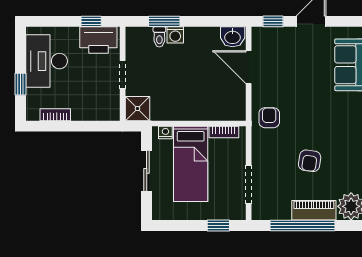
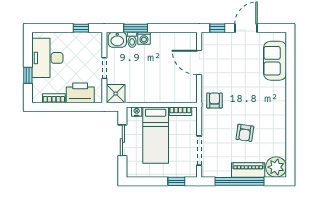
washbasin: (233, 37) -> (117, 40), moved
printer: (98, 40) -> (80, 93), moved, turned 180

